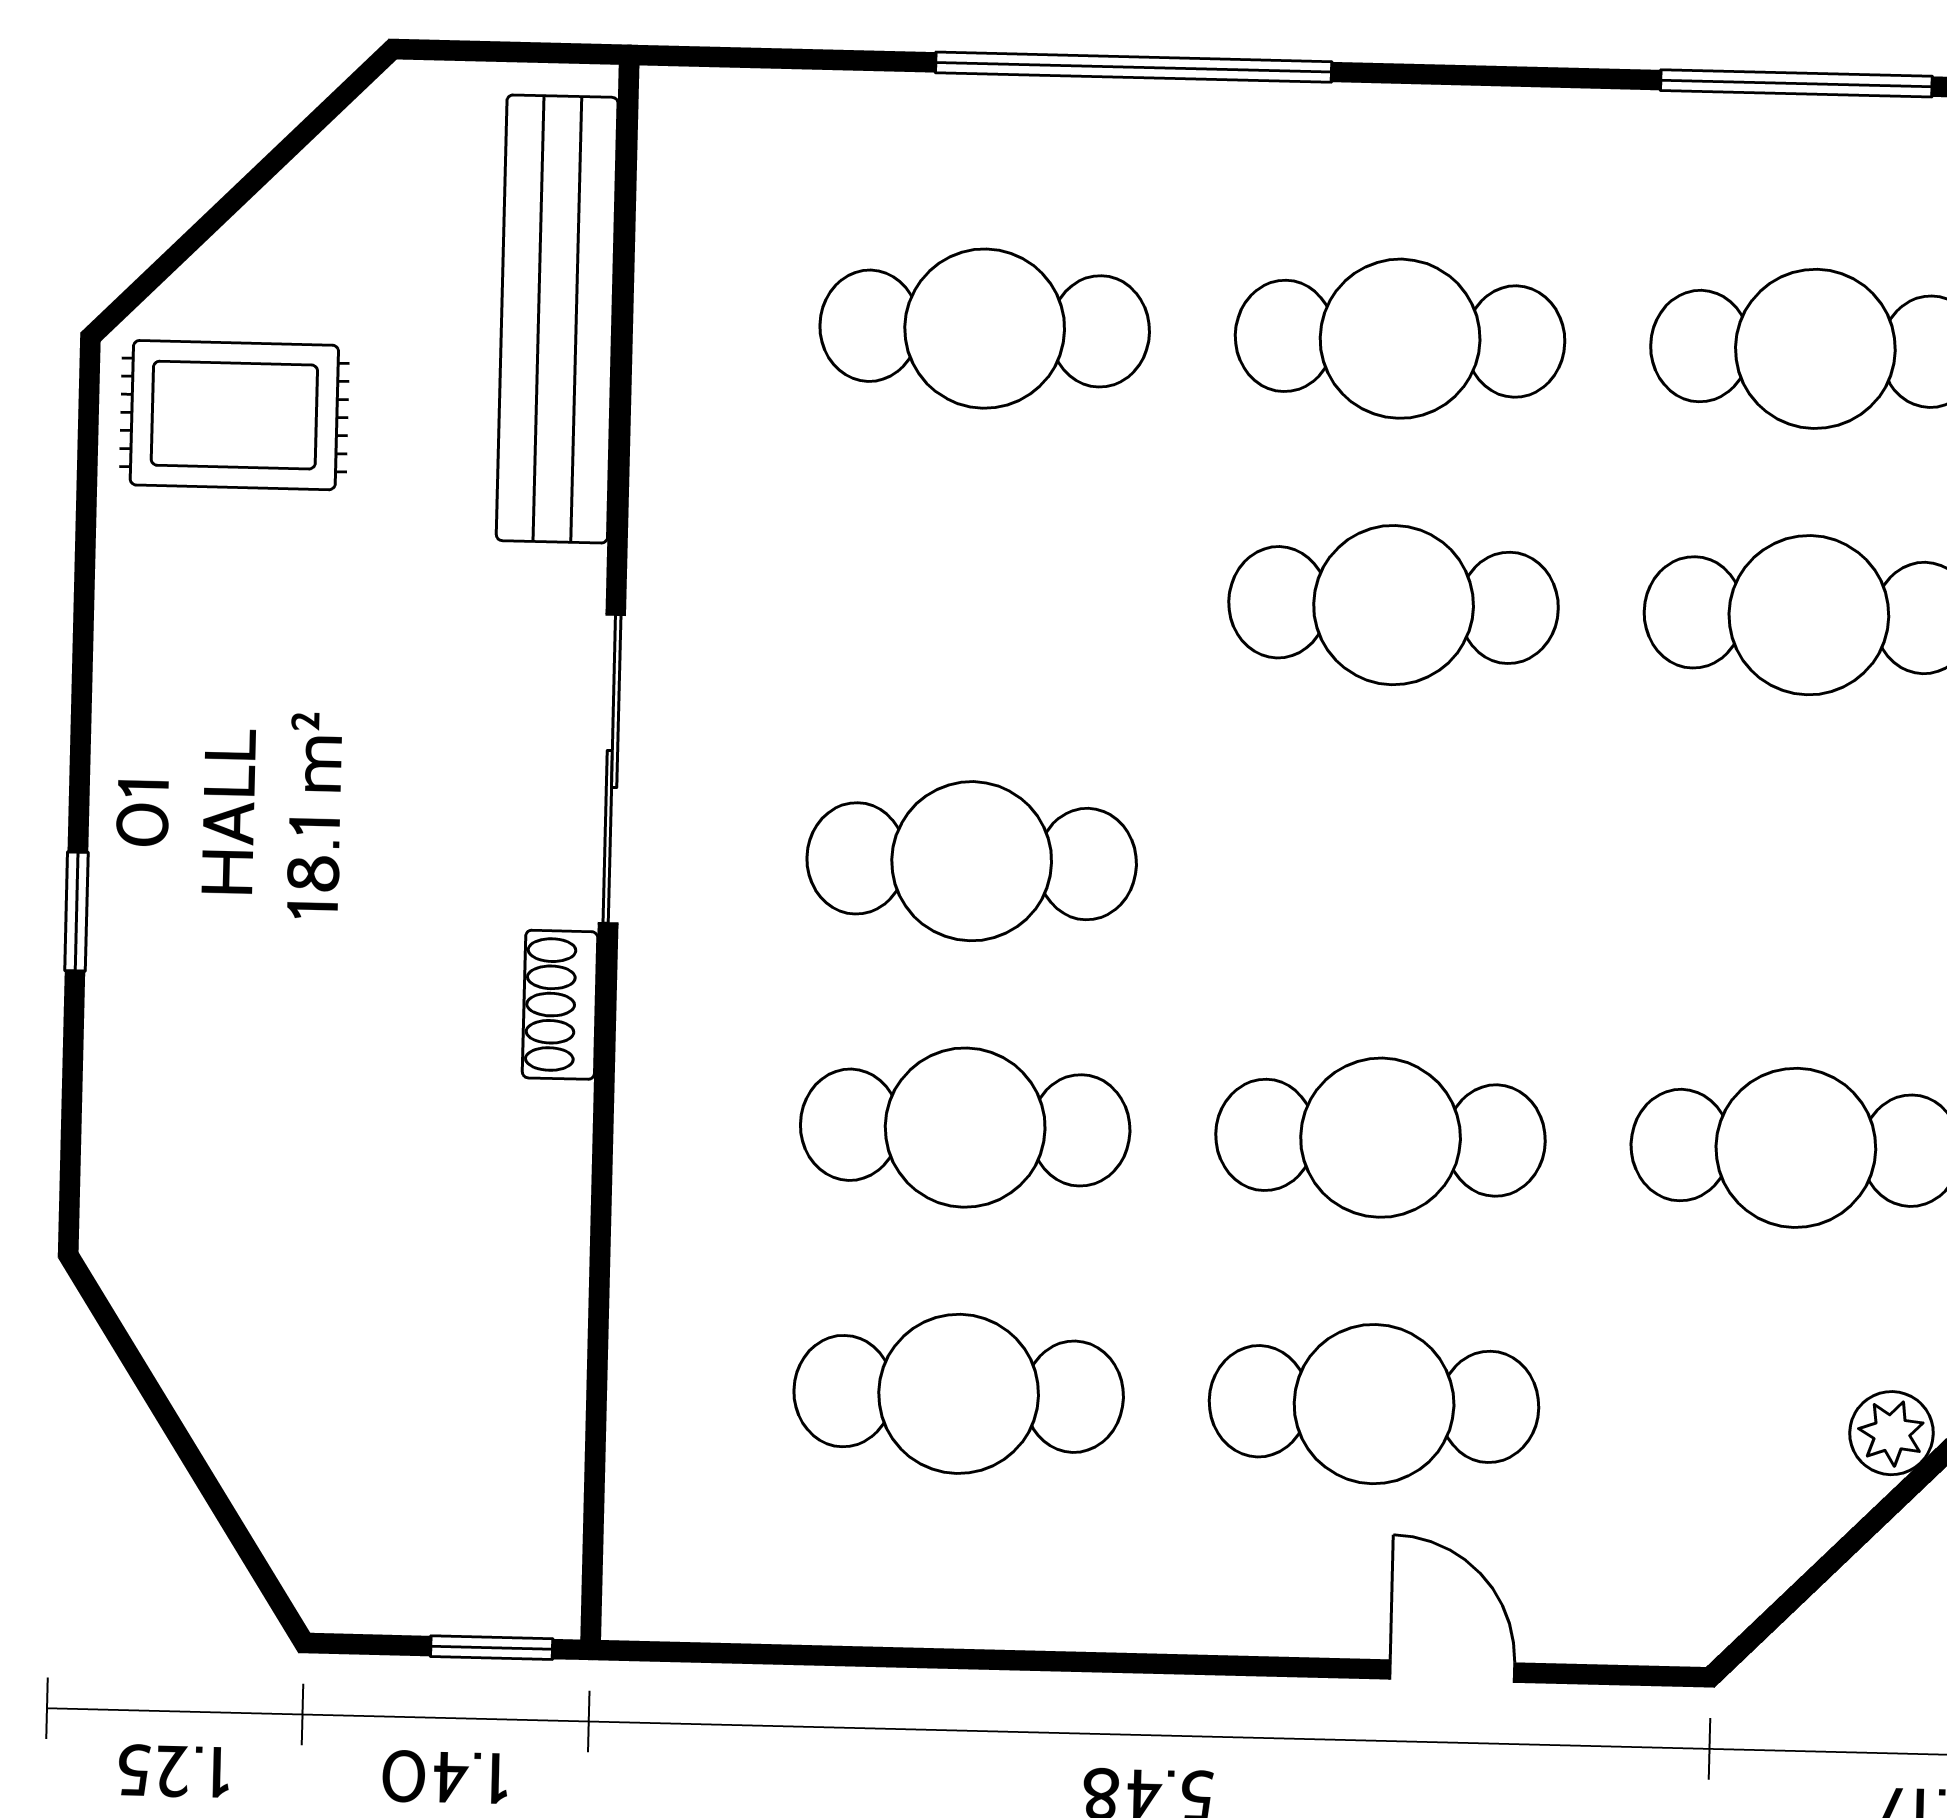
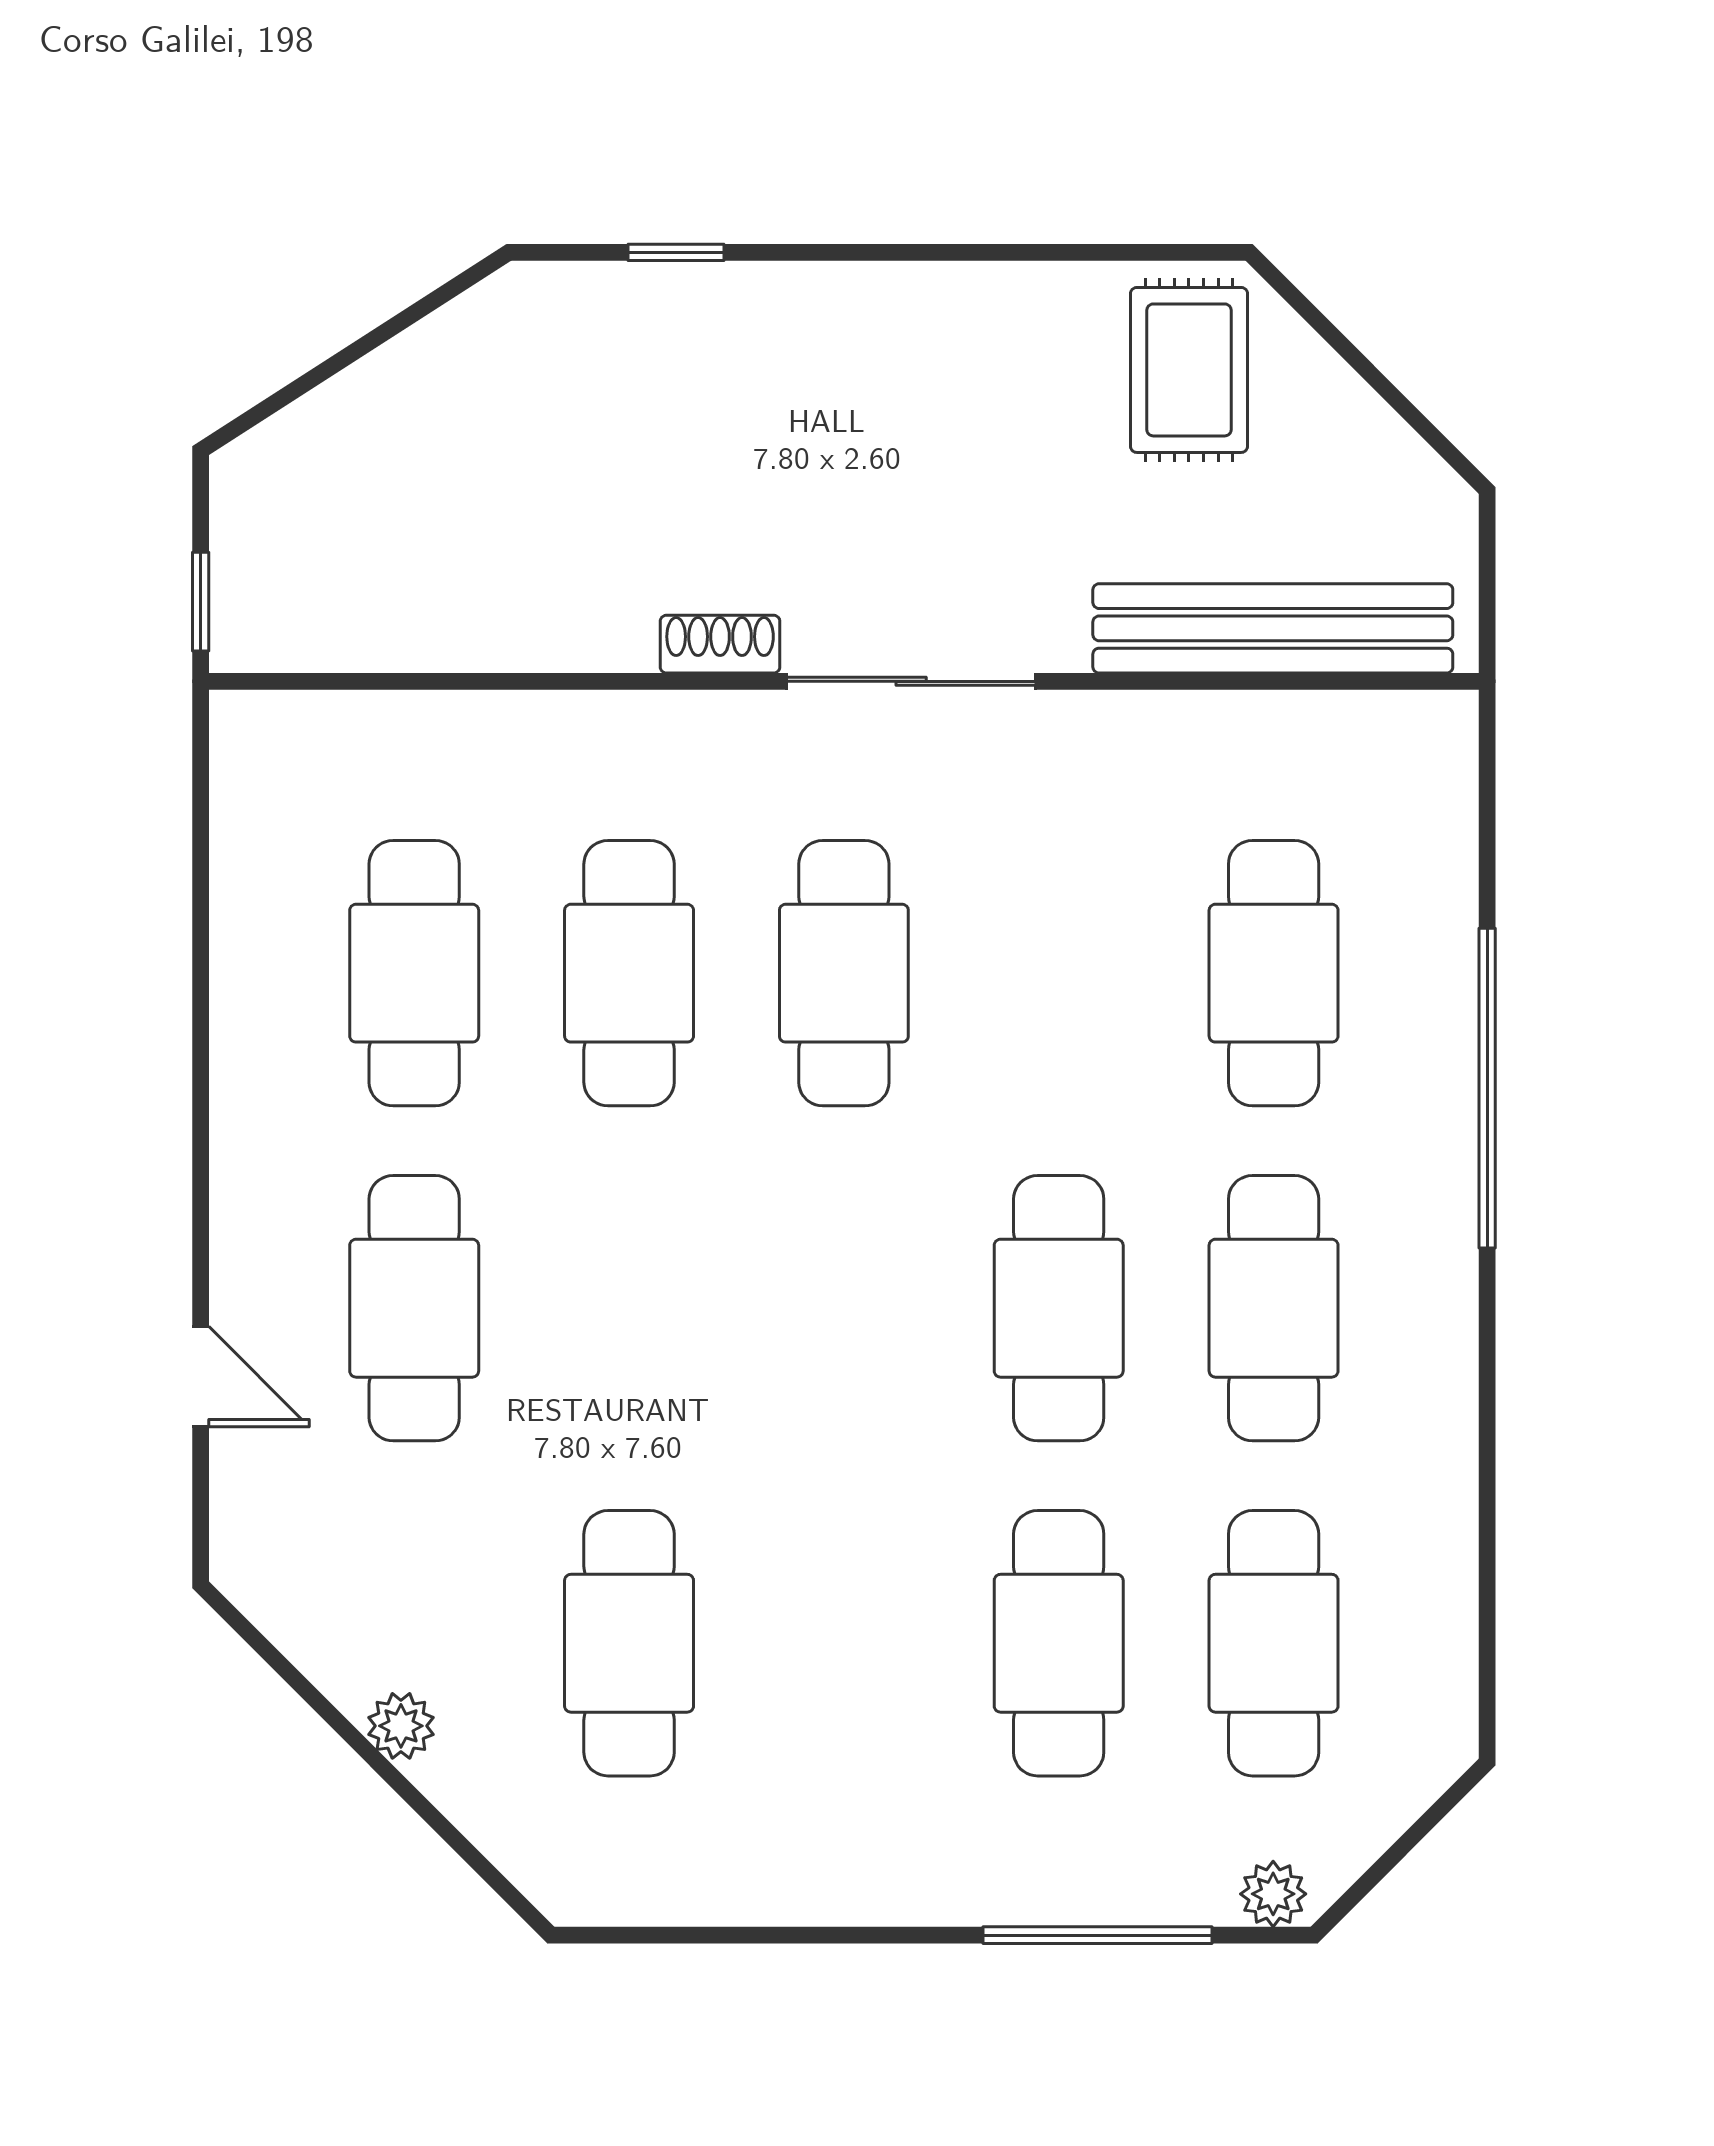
window: (1796, 83) -> (1487, 1623), removed
window: (76, 911) -> (676, 252), moved
cafe table: (1381, 1138) -> (629, 1308), removed
door: (1452, 1671) -> (201, 1377), hinge flipped

